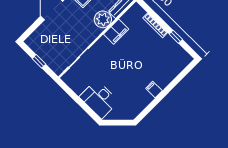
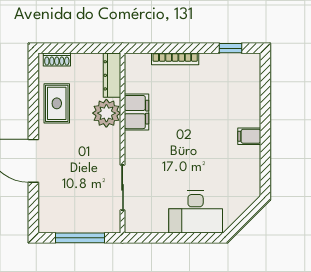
window: (176, 37) -> (230, 48), moved
window: (39, 61) -> (80, 238), width x2.17

